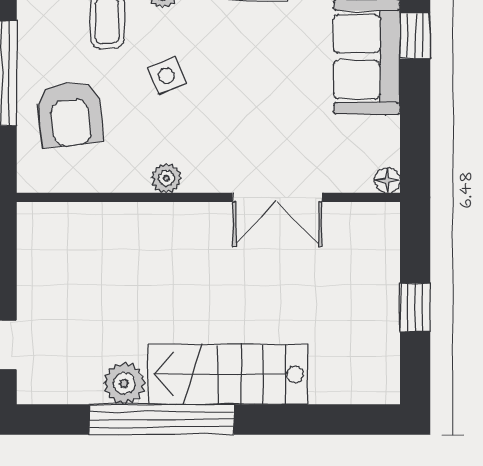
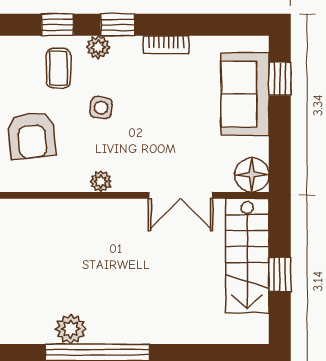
side table: (167, 76) -> (101, 108), turned 32
floor lamp: (387, 180) -> (252, 175), width x1.89, depth x1.89
stairs: (228, 374) -> (247, 256), moved, turned -90

